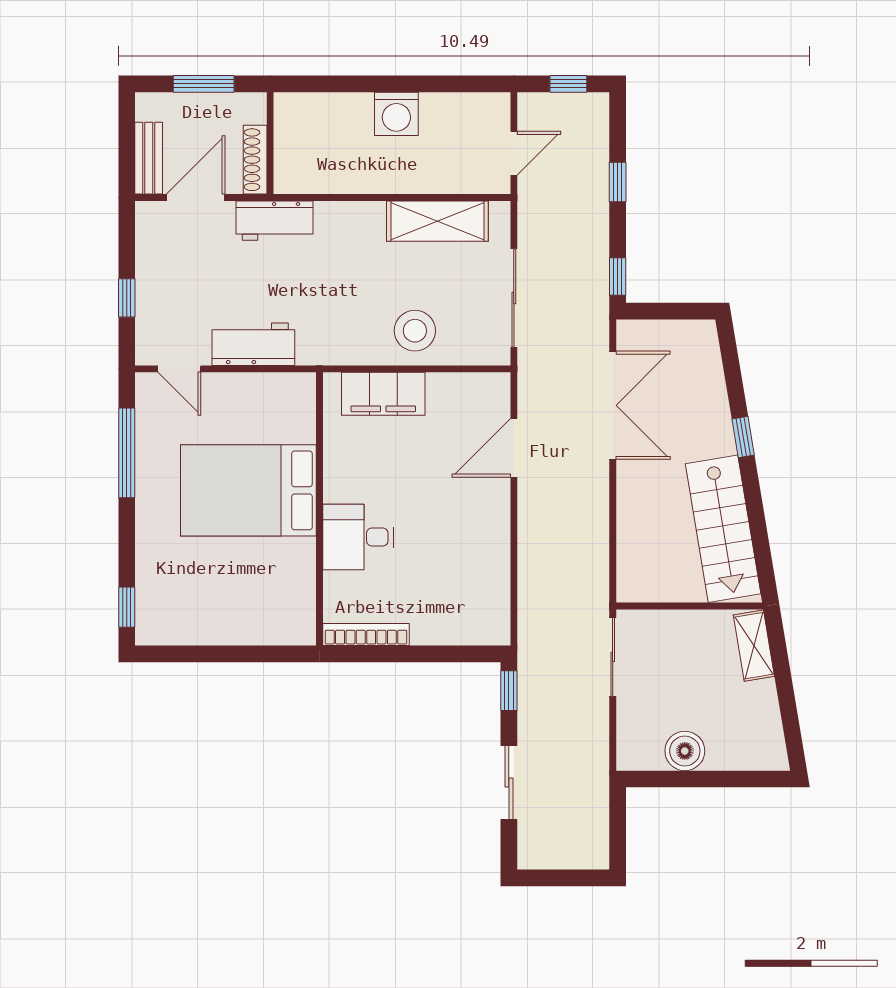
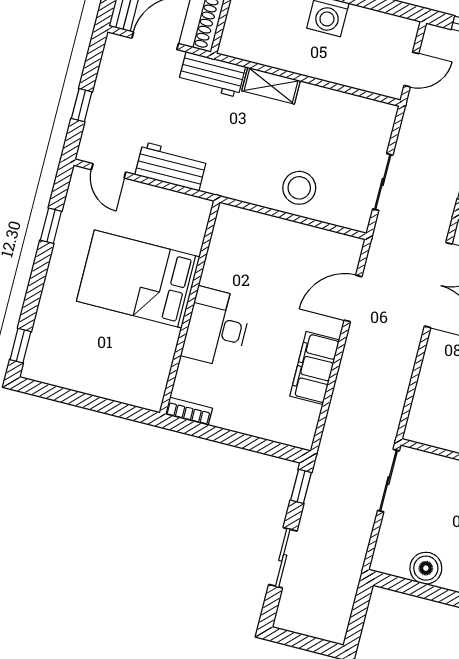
shelving: (437, 221) -> (271, 86), moved, width x0.67, depth x0.75
sliding door: (514, 298) -> (383, 182), width x0.73
filing cabinet: (383, 394) -> (315, 368), moved, turned 90
window: (127, 453) -> (51, 226), width x0.46
desk: (358, 537) -> (217, 328), width x1.37
bookcase: (366, 635) -> (189, 411), width x0.64

